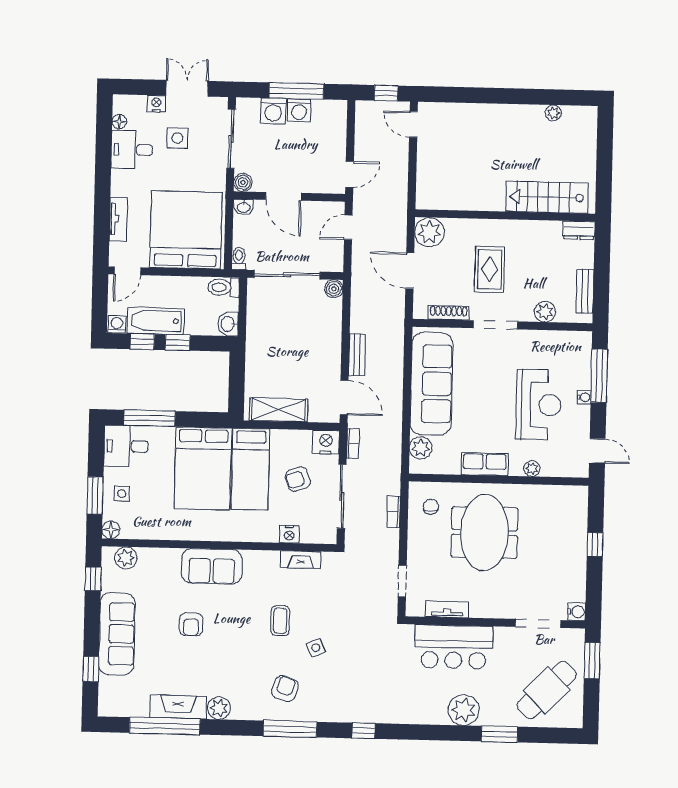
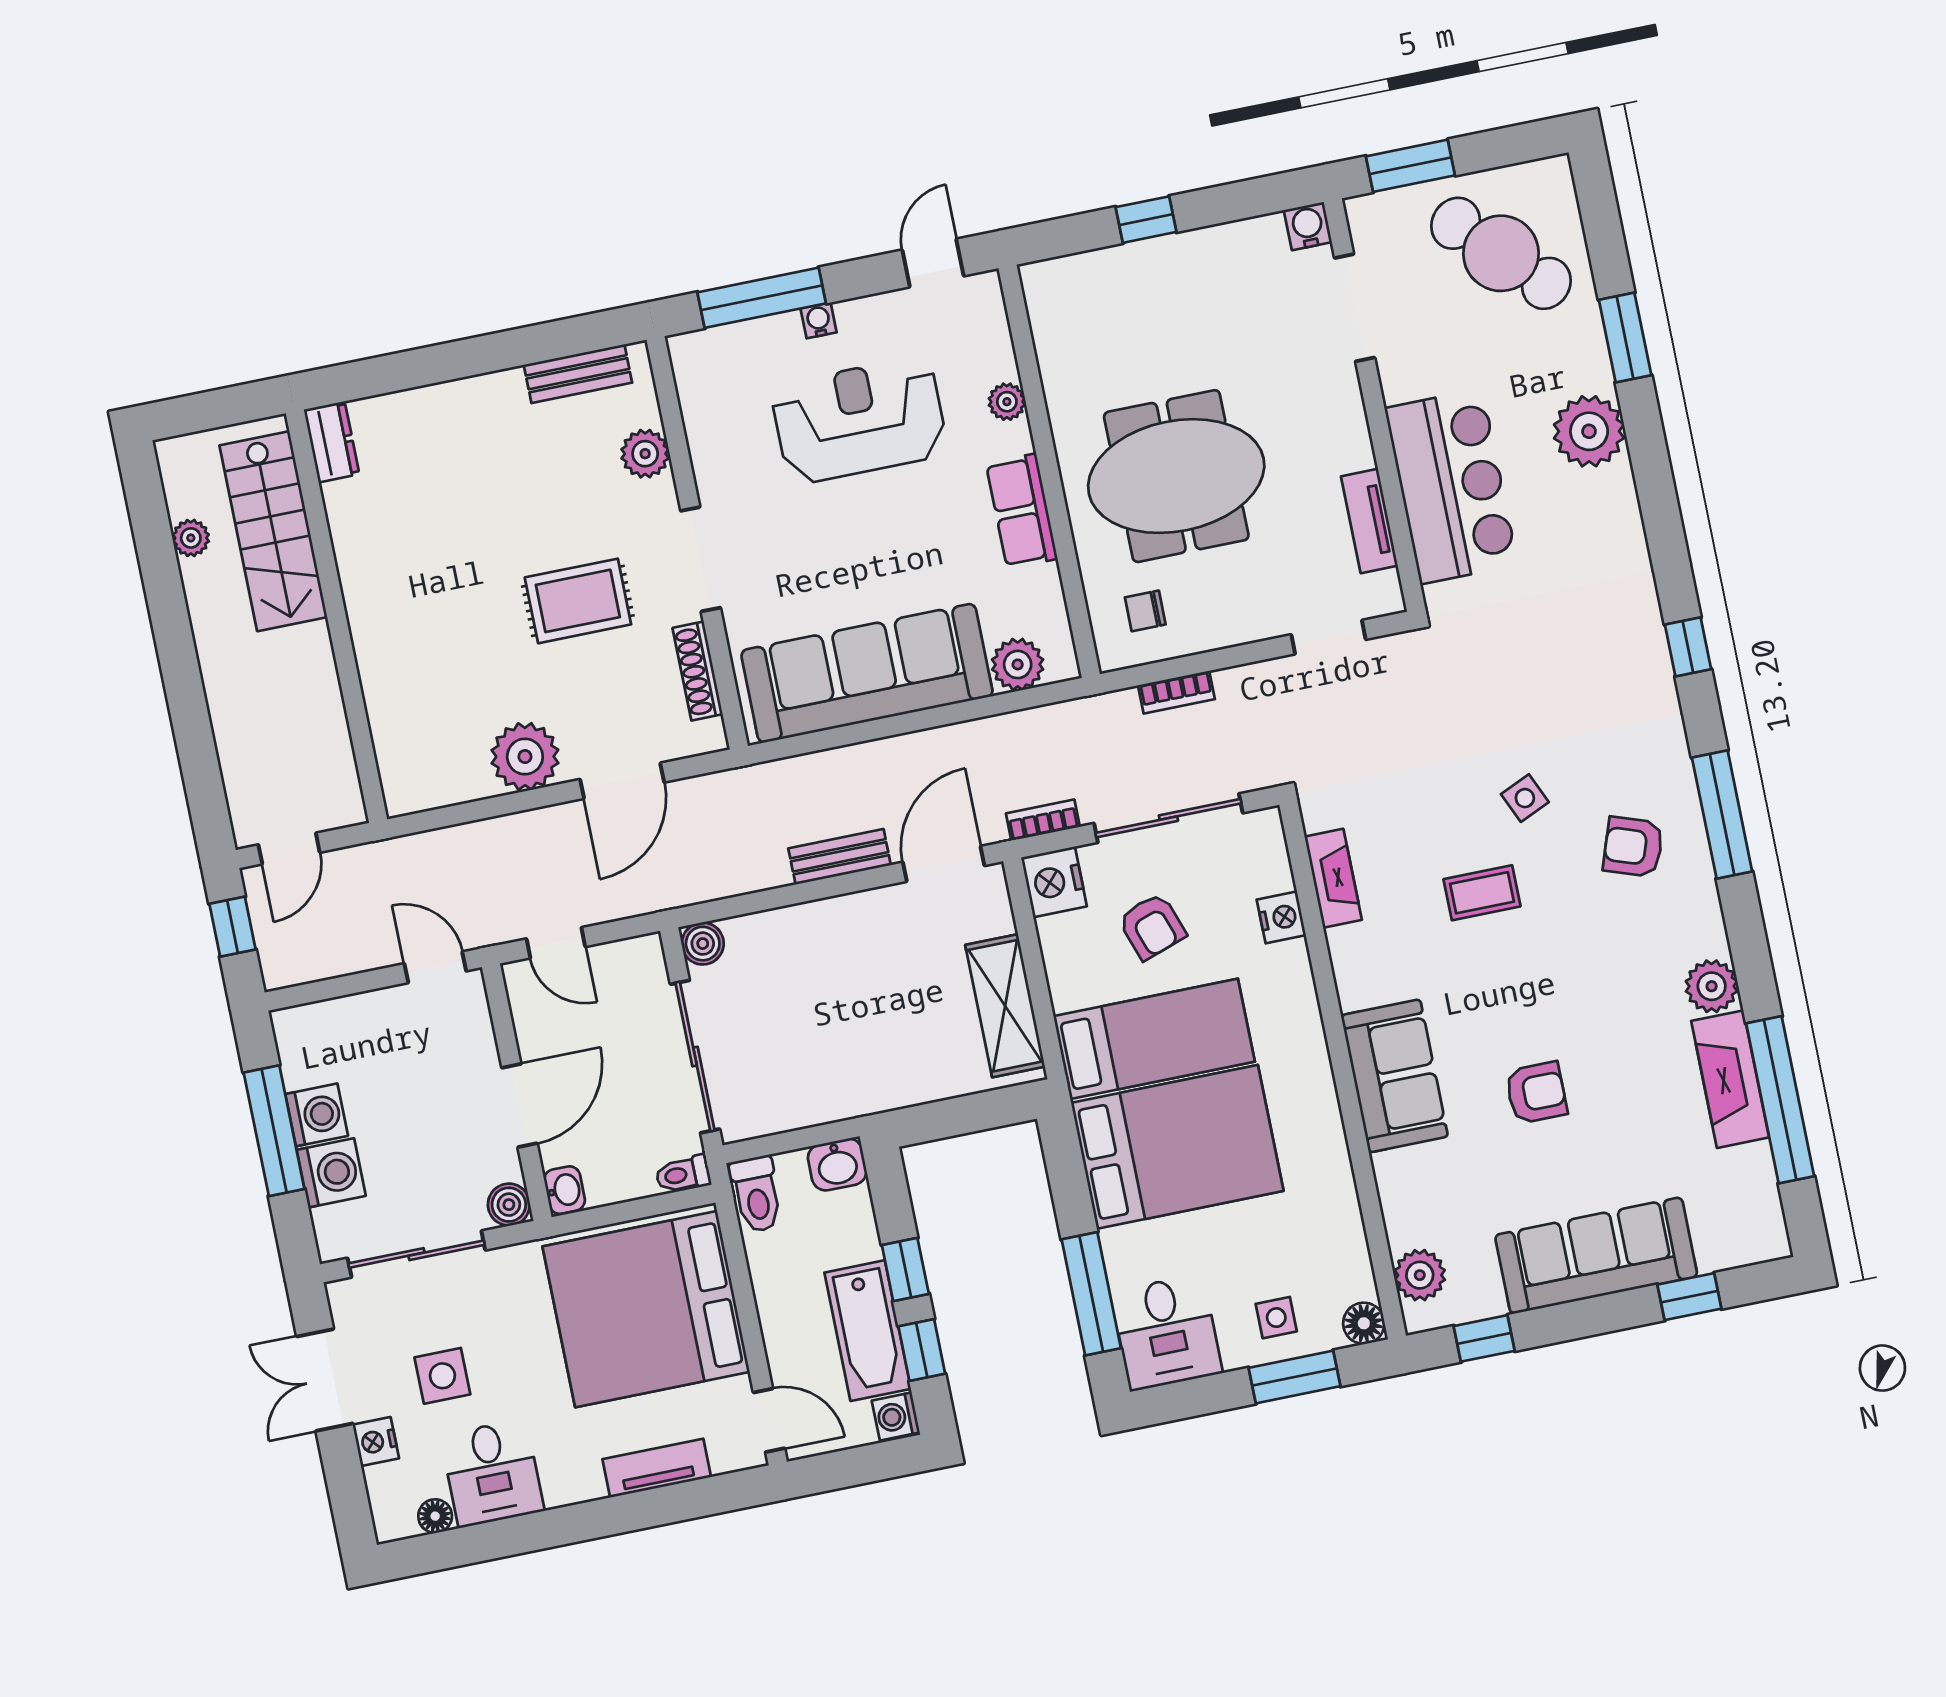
stairs: (547, 197) -> (273, 531), moved
wall: (505, 215) -> (336, 616), moved
dresser: (579, 230) -> (332, 442), moved

